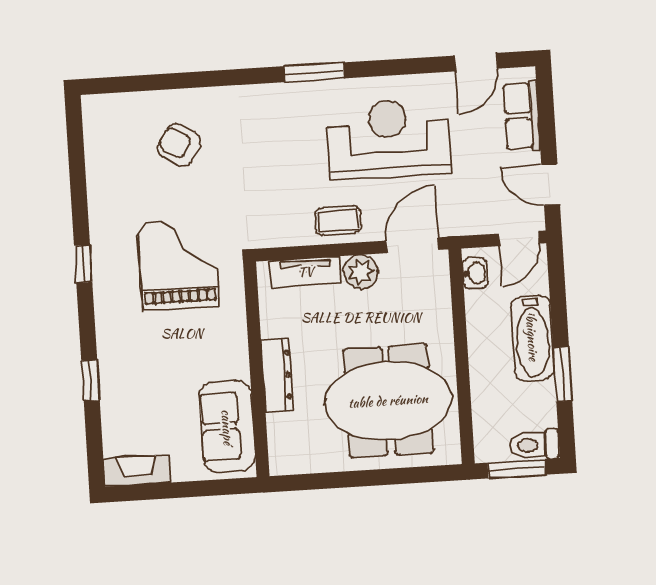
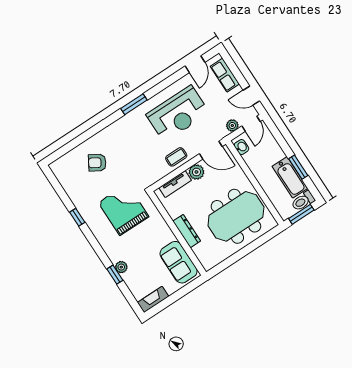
reception desk: (388, 139) -> (178, 114), turned 180
plant: (481, 221) -> (232, 125), added
door: (412, 245) -> (211, 150), swing flipped
window: (83, 264) -> (77, 217), moved
bathtub: (532, 338) -> (290, 177), moved
plant: (111, 373) -> (121, 267), added

